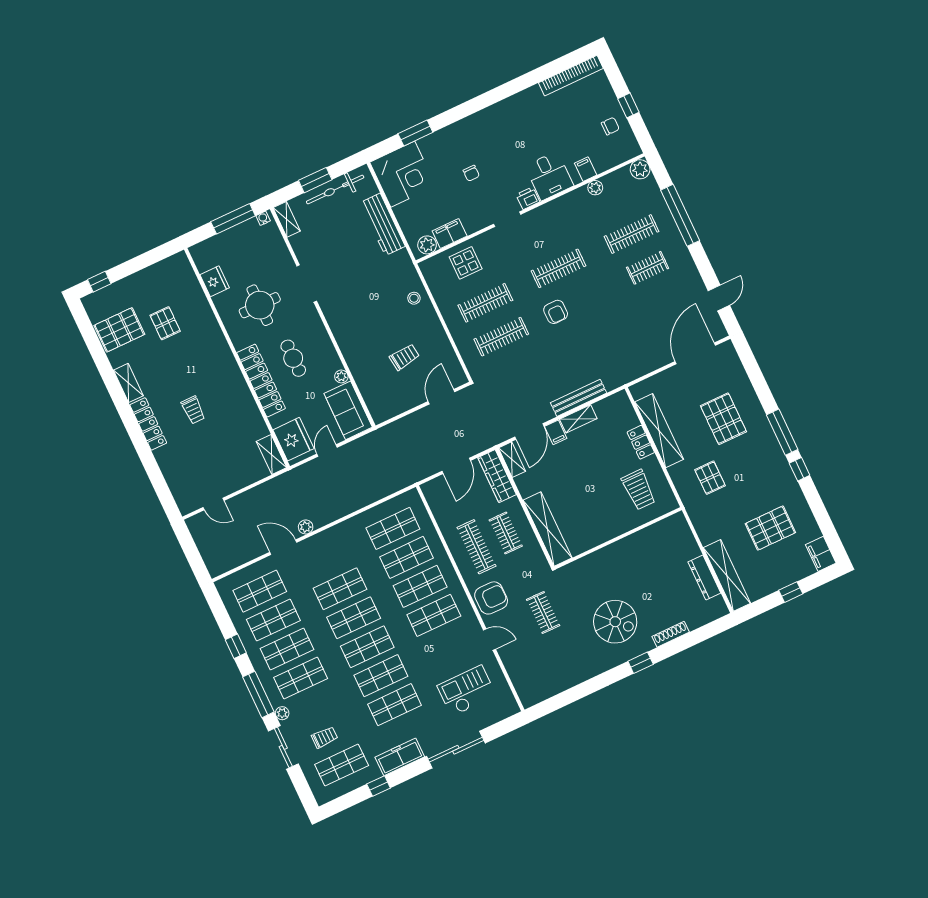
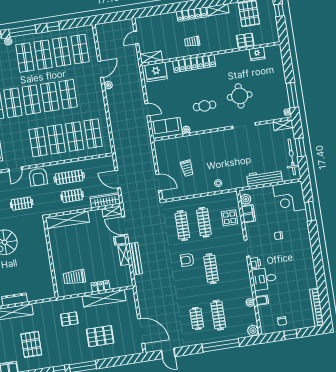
fridge: (215, 281) -> (257, 54), moved
wall: (237, 358) -> (211, 54), moved
locker: (261, 381) -> (194, 63), moved
fridge: (293, 439) -> (156, 72), moved
shelving: (271, 454) -> (151, 57), moved

